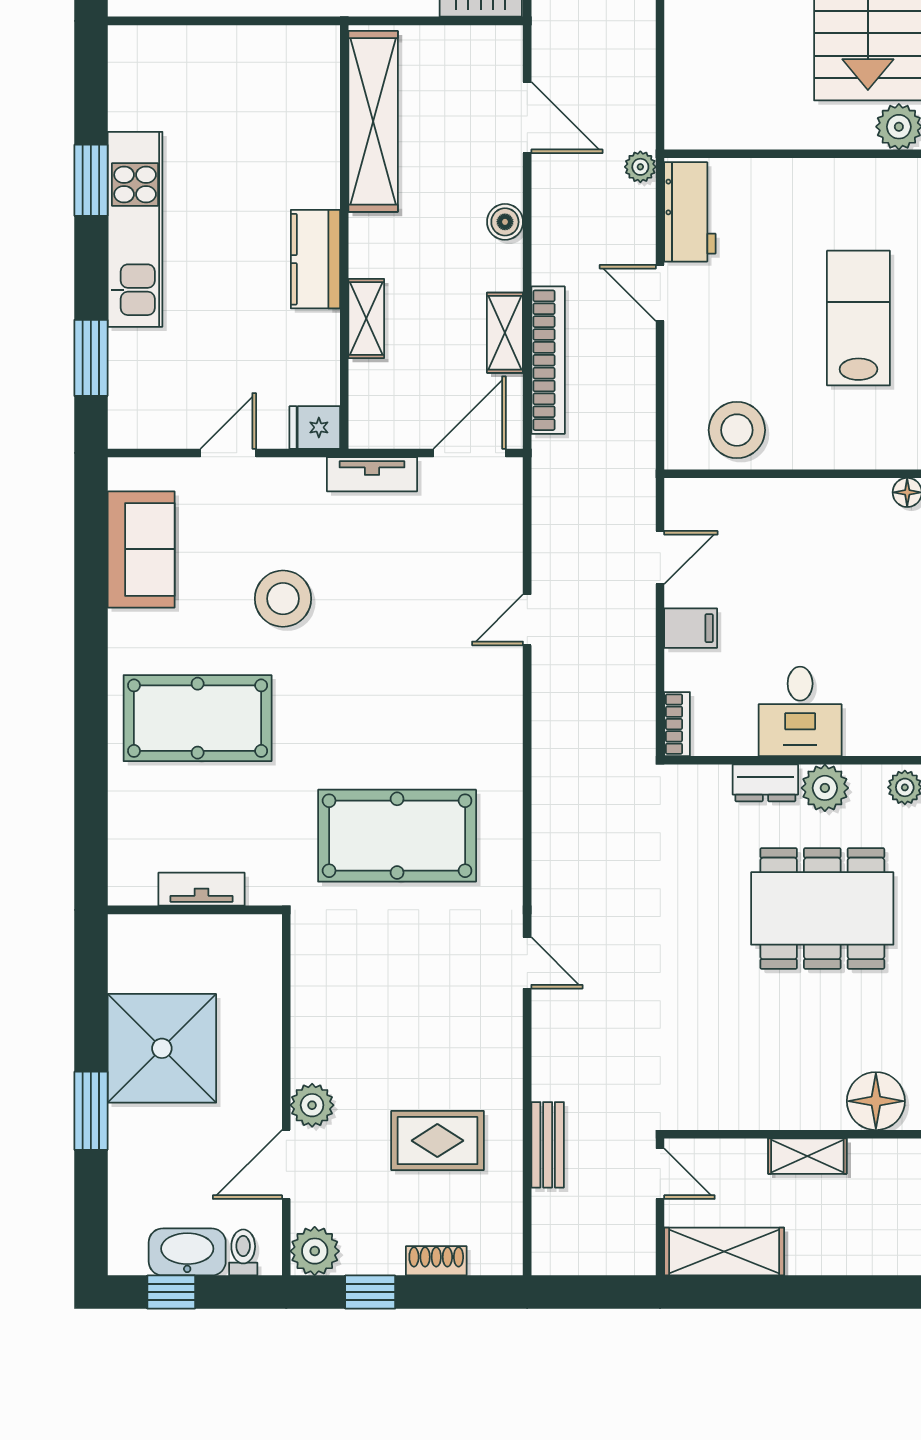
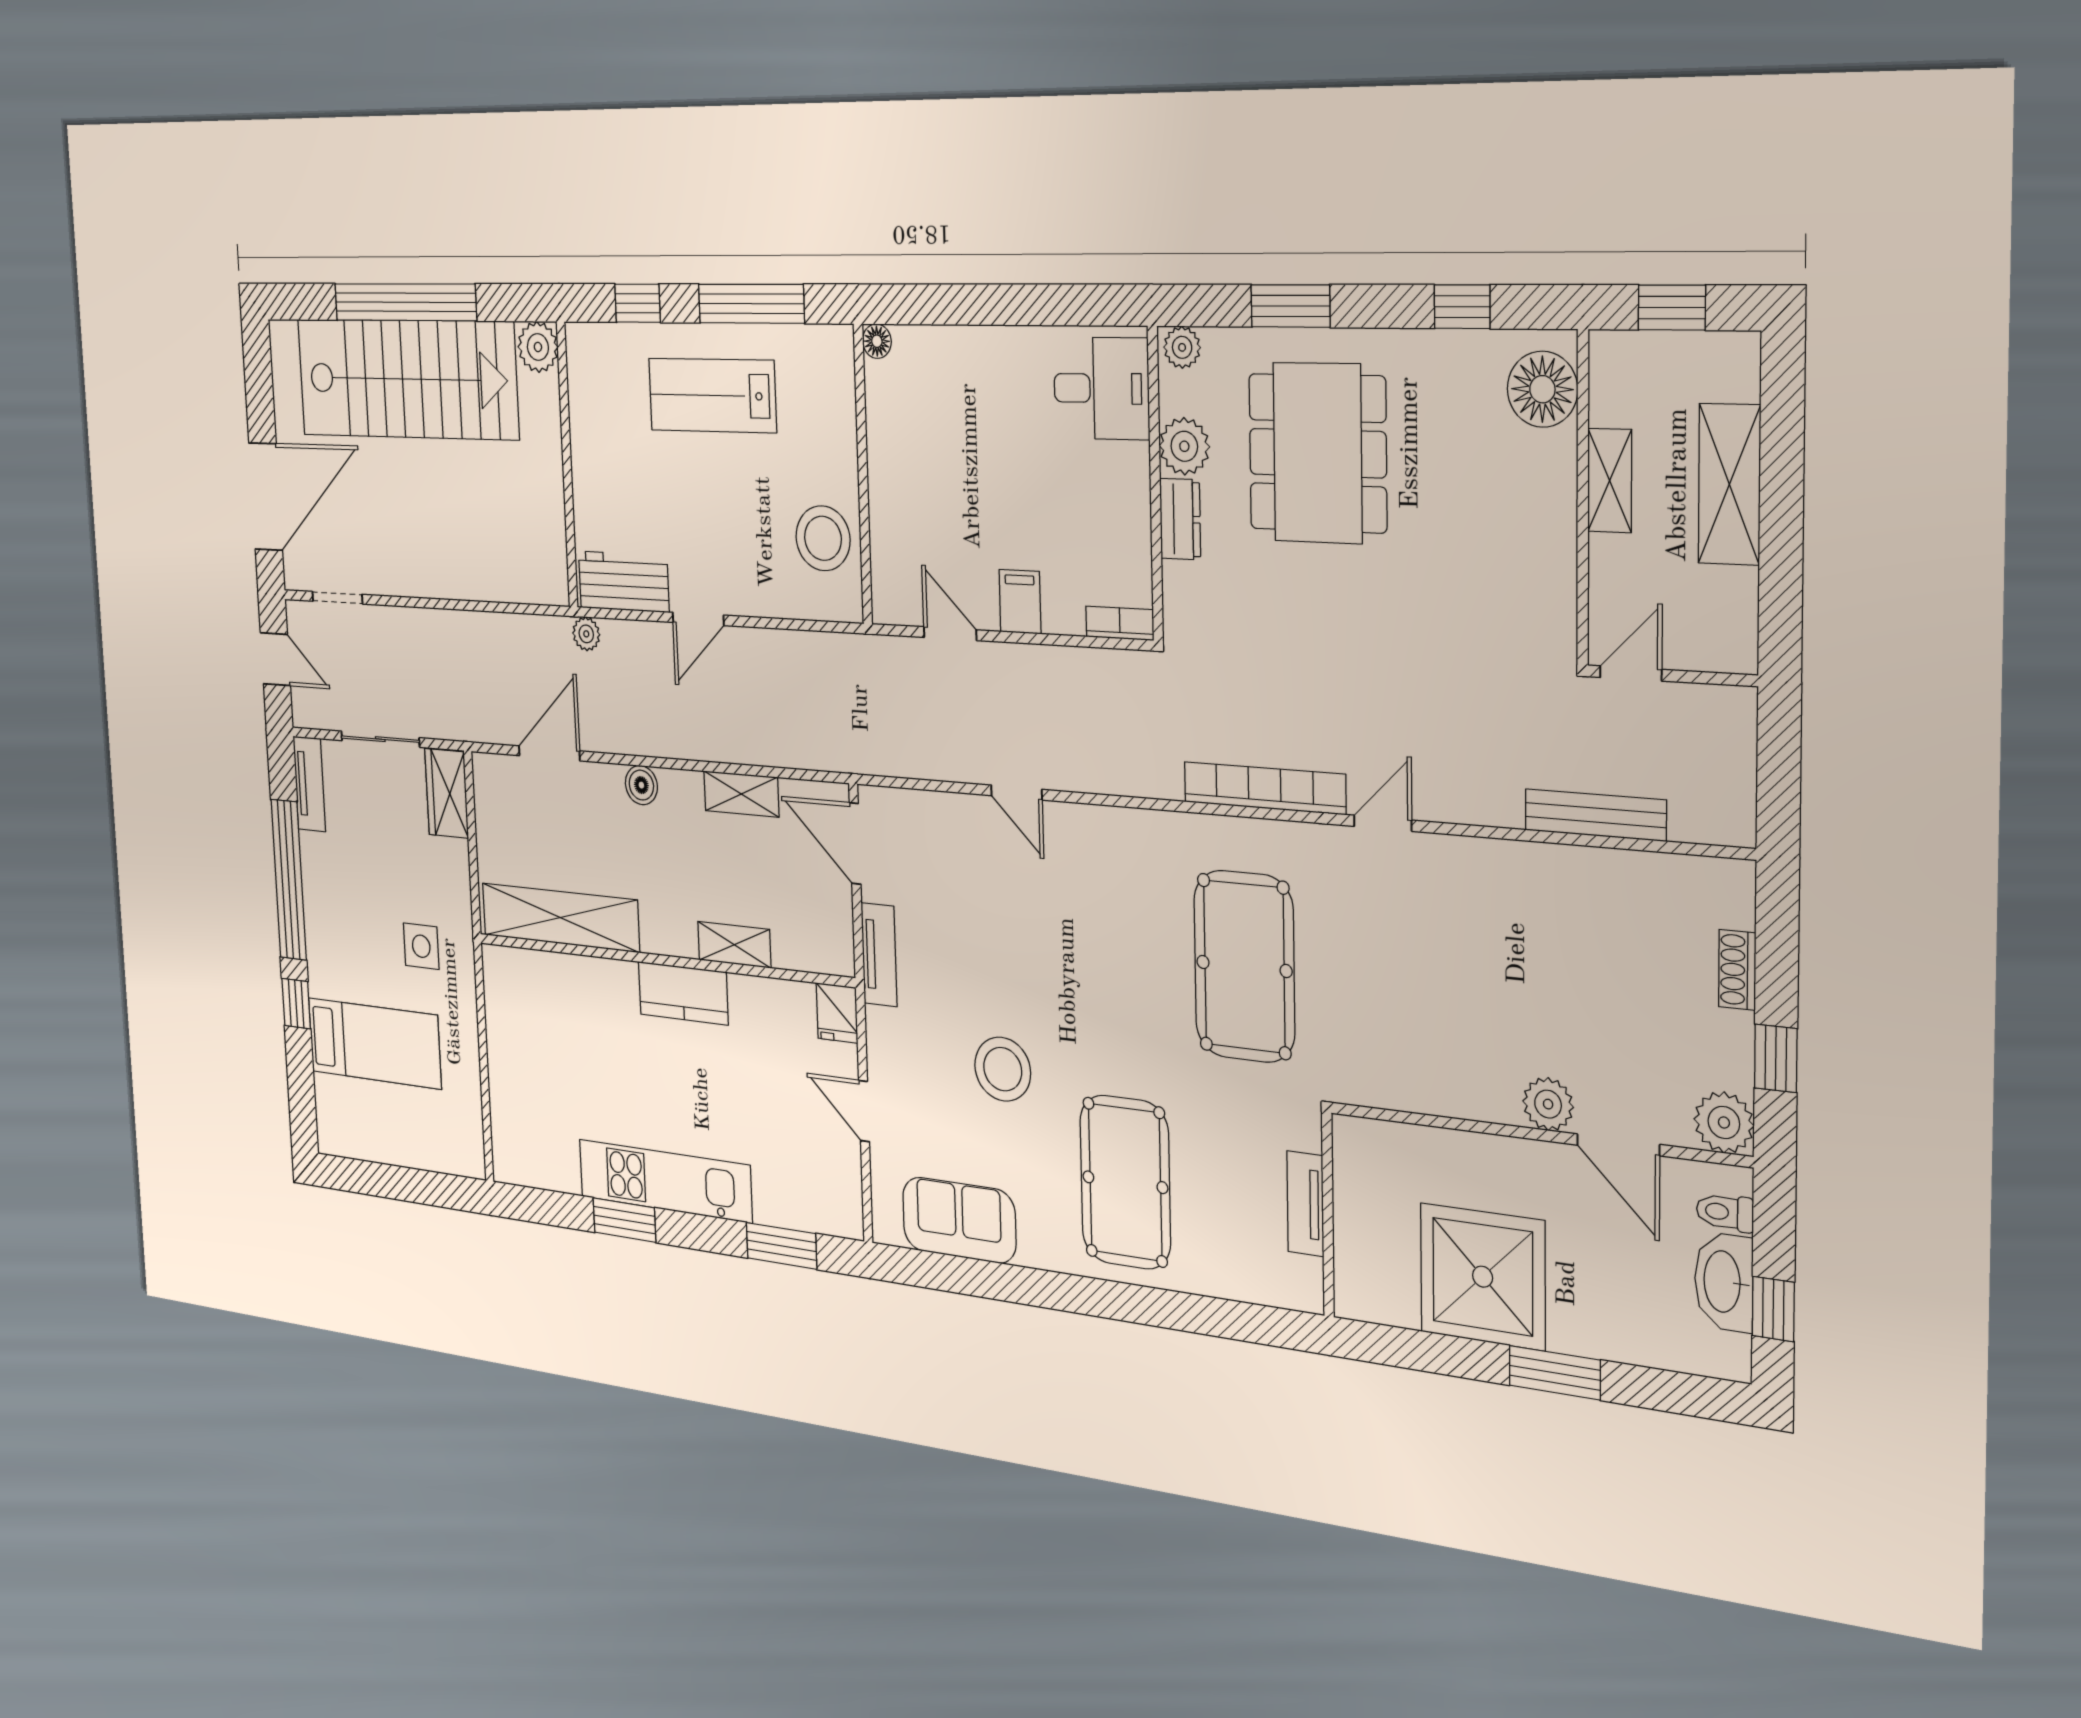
bookcase: (548, 360) -> (1264, 788), moved
desk: (800, 711) -> (1101, 388), moved
rug: (437, 1141) -> (1590, 953), removed
bench: (548, 1145) -> (1595, 815), width x1.36
shelving: (724, 1251) -> (1729, 484), moved

